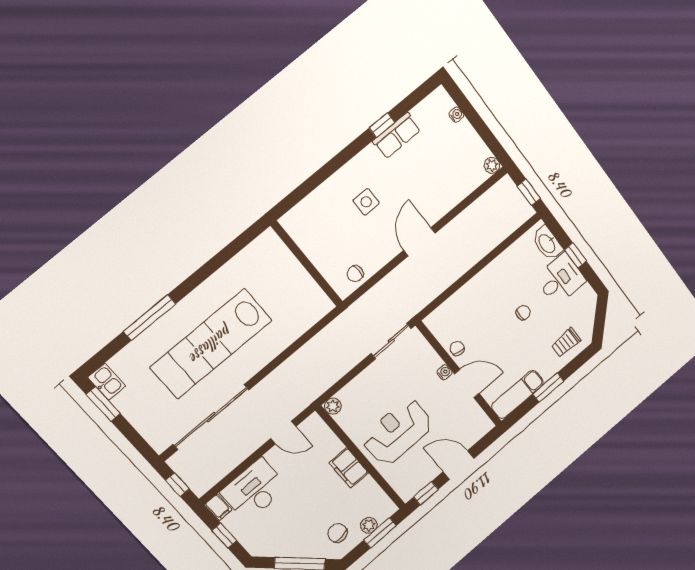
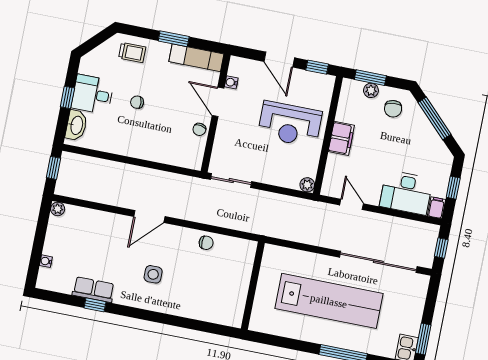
wall: (307, 264) -> (253, 286), moved
water cooler: (444, 372) -> (231, 82), moved

